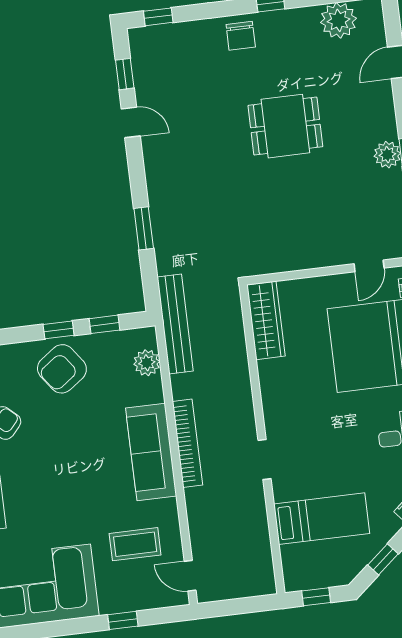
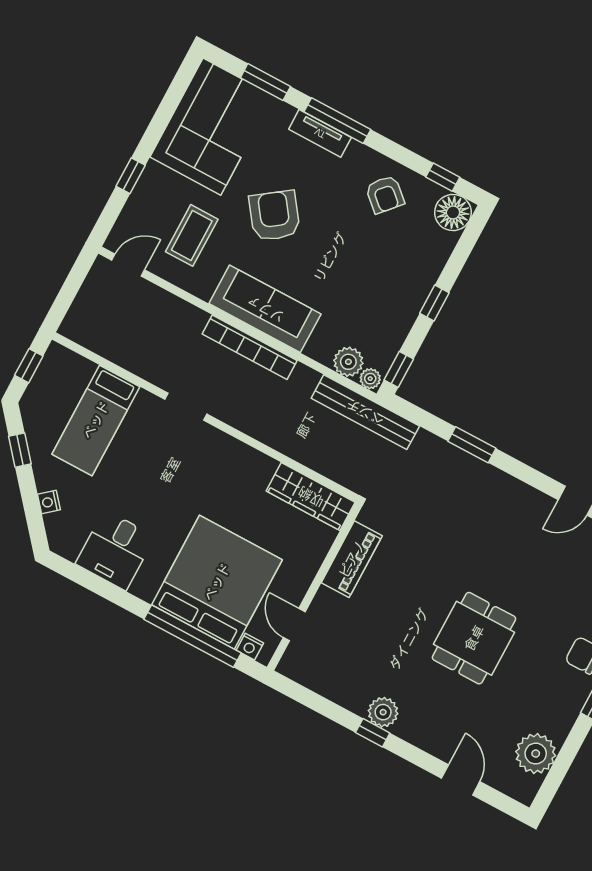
piano: (291, 257) -> (352, 559), added
window: (104, 324) -> (399, 369), moved
plant: (148, 338) -> (370, 379), added
armchair: (62, 369) -> (274, 216), moved

